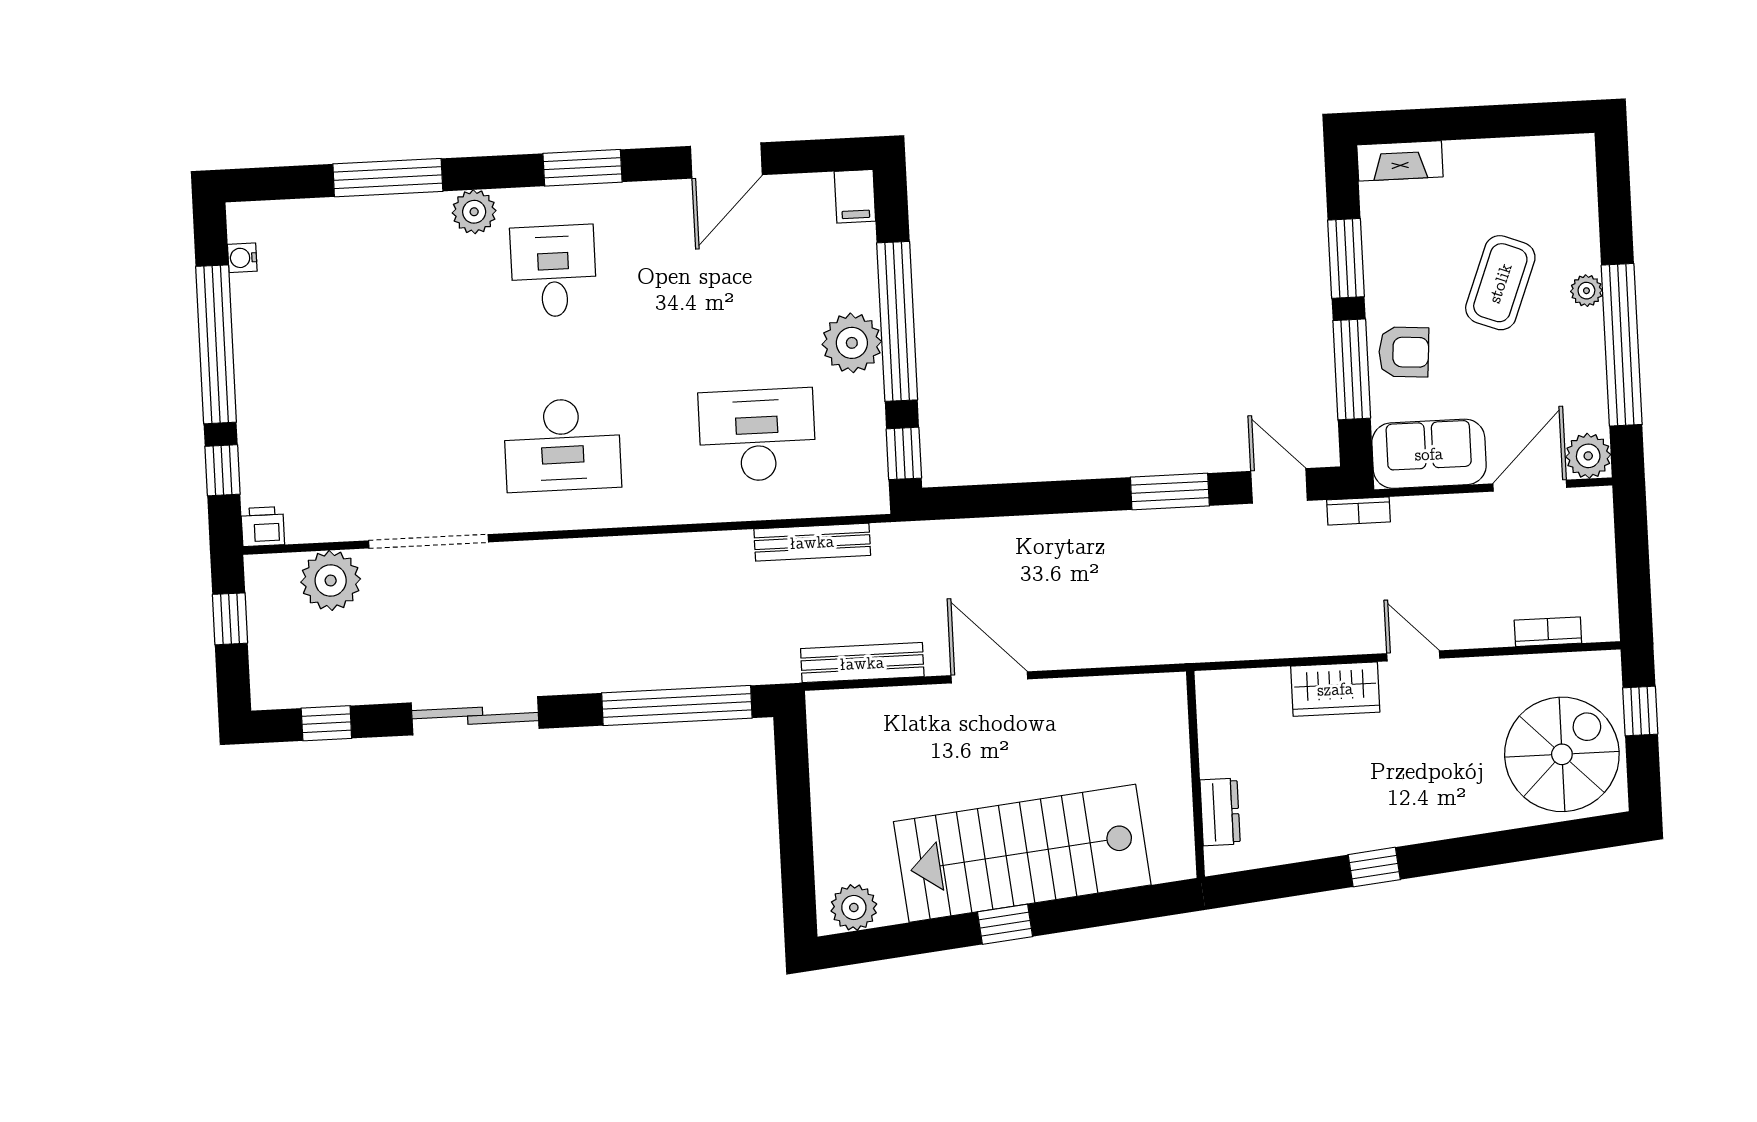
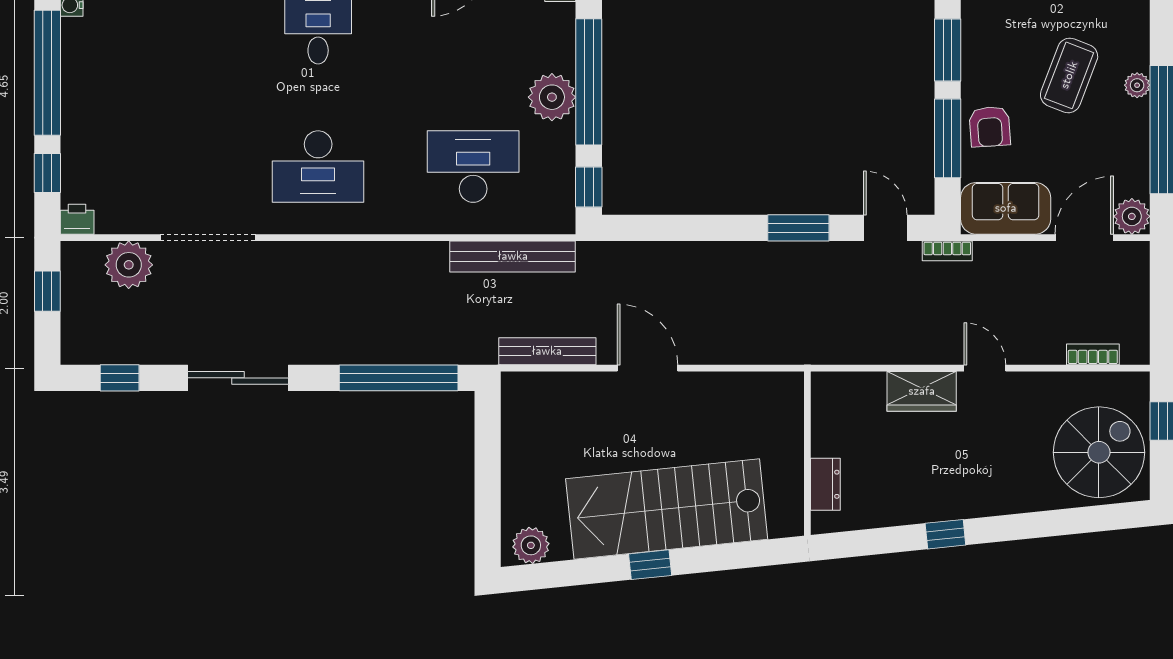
armchair: (1404, 352) -> (990, 127), turned 82
bench: (812, 542) -> (513, 256), width x1.37, depth x1.21

